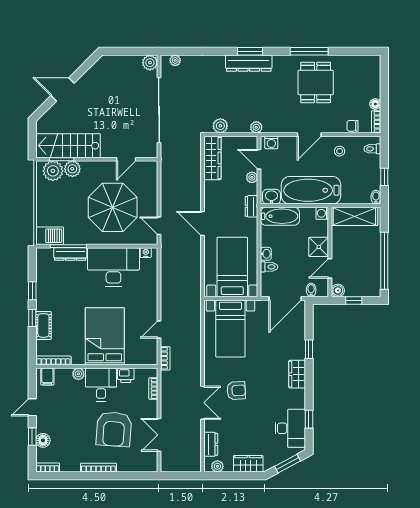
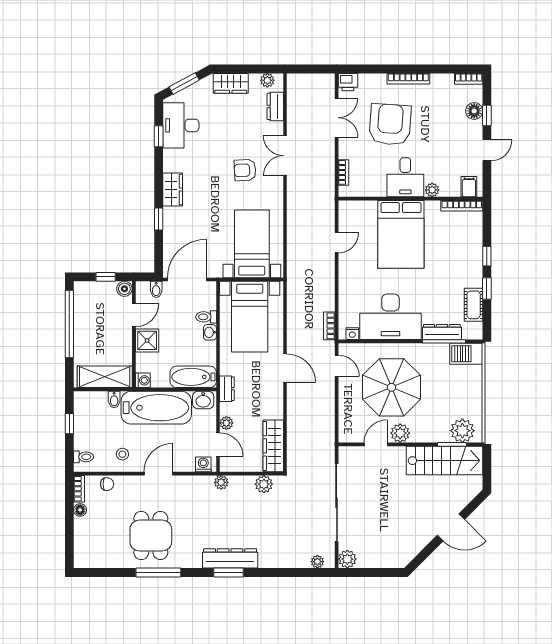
plant: (72, 169) -> (400, 433), moved
bidet: (376, 197) -> (114, 400), moved
cot: (43, 325) -> (474, 305), moved
bookcase: (165, 358) -> (329, 326), moved
printer: (126, 375) -> (348, 82), moved, turned 180

